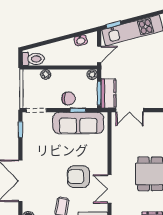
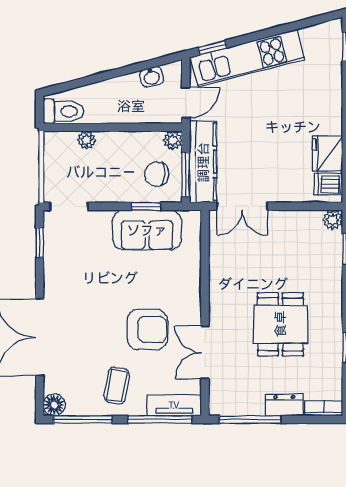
kitchen counter: (108, 94) -> (203, 162), width x1.50
chair: (69, 98) -> (157, 174), moved, turned 180
sofa: (78, 123) -> (147, 230), width x0.73
armchair: (78, 177) -> (147, 330), turned 180

